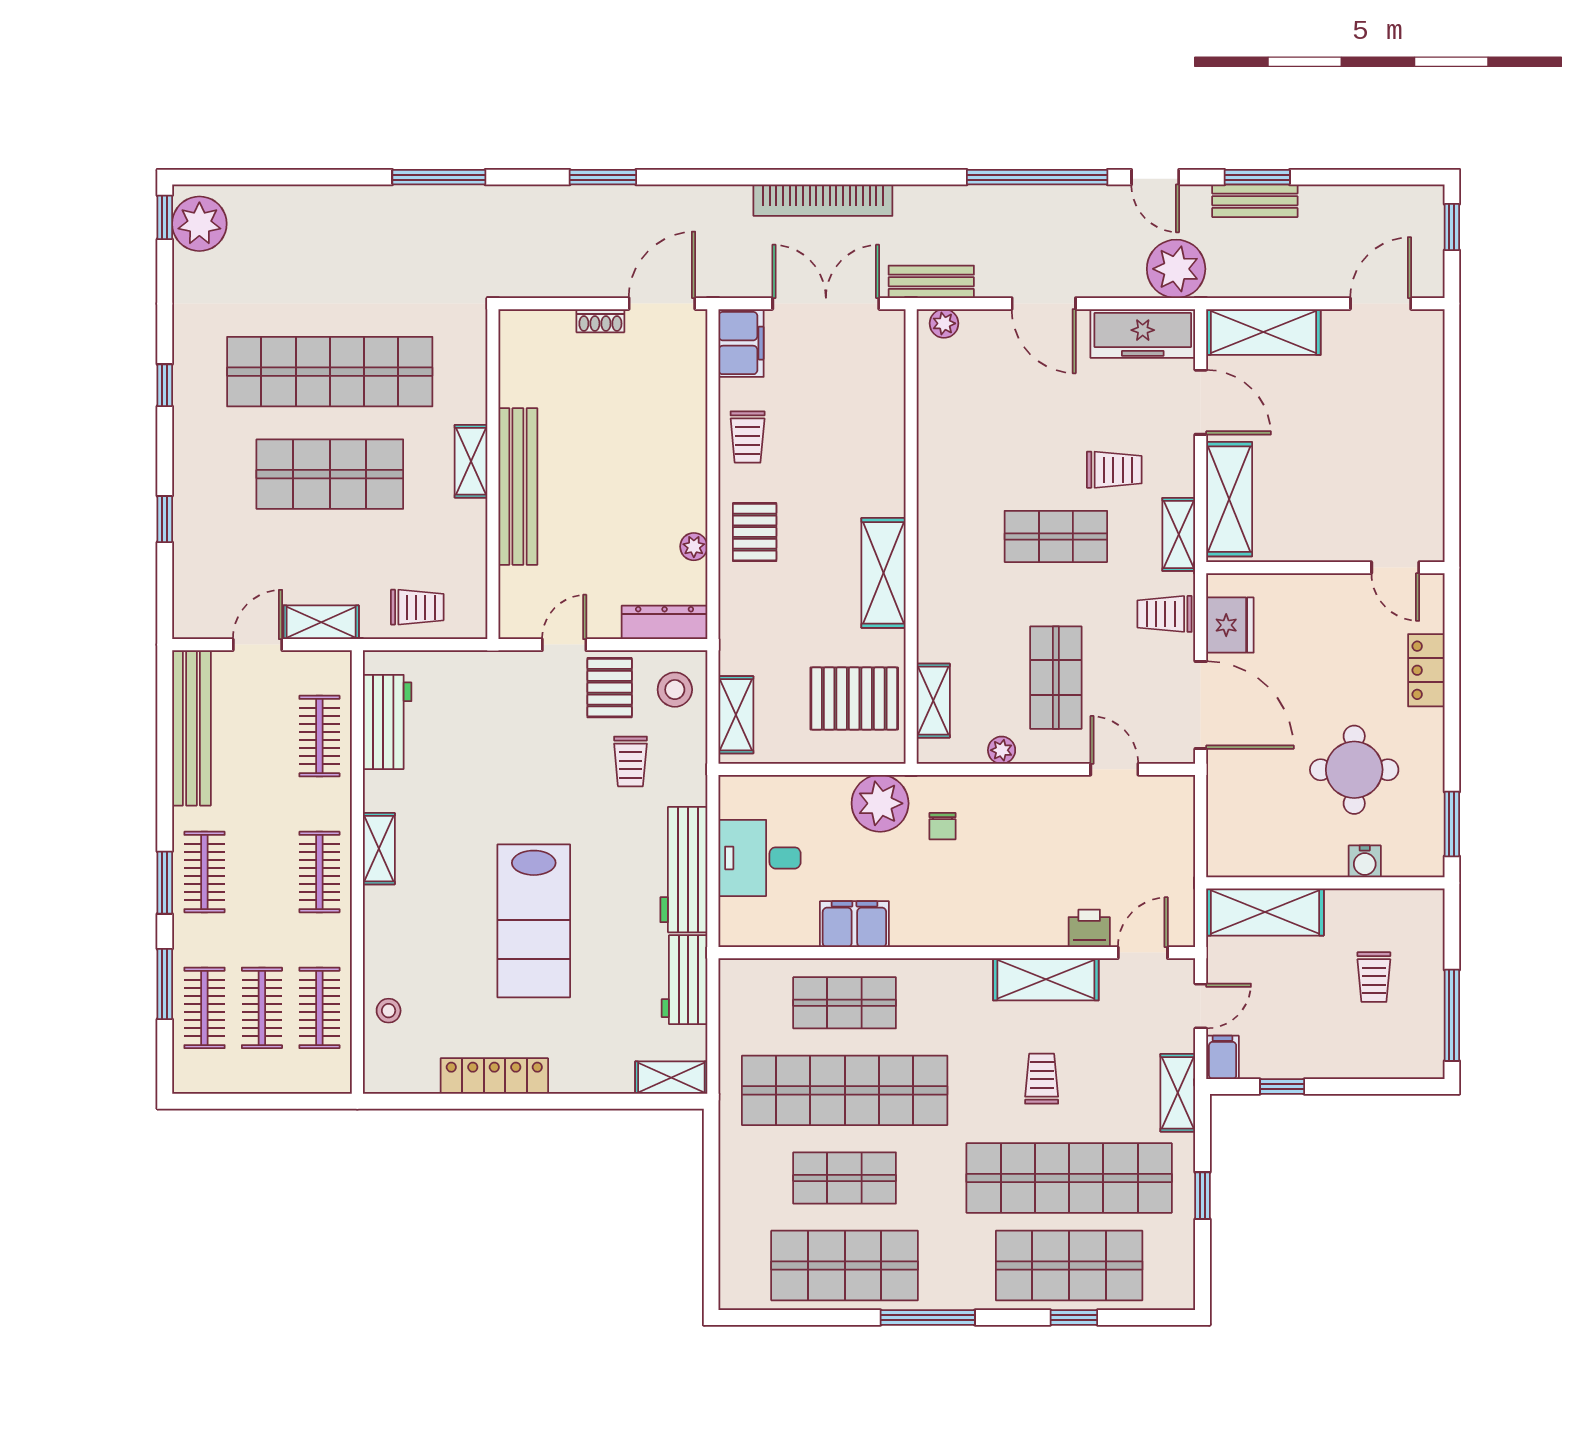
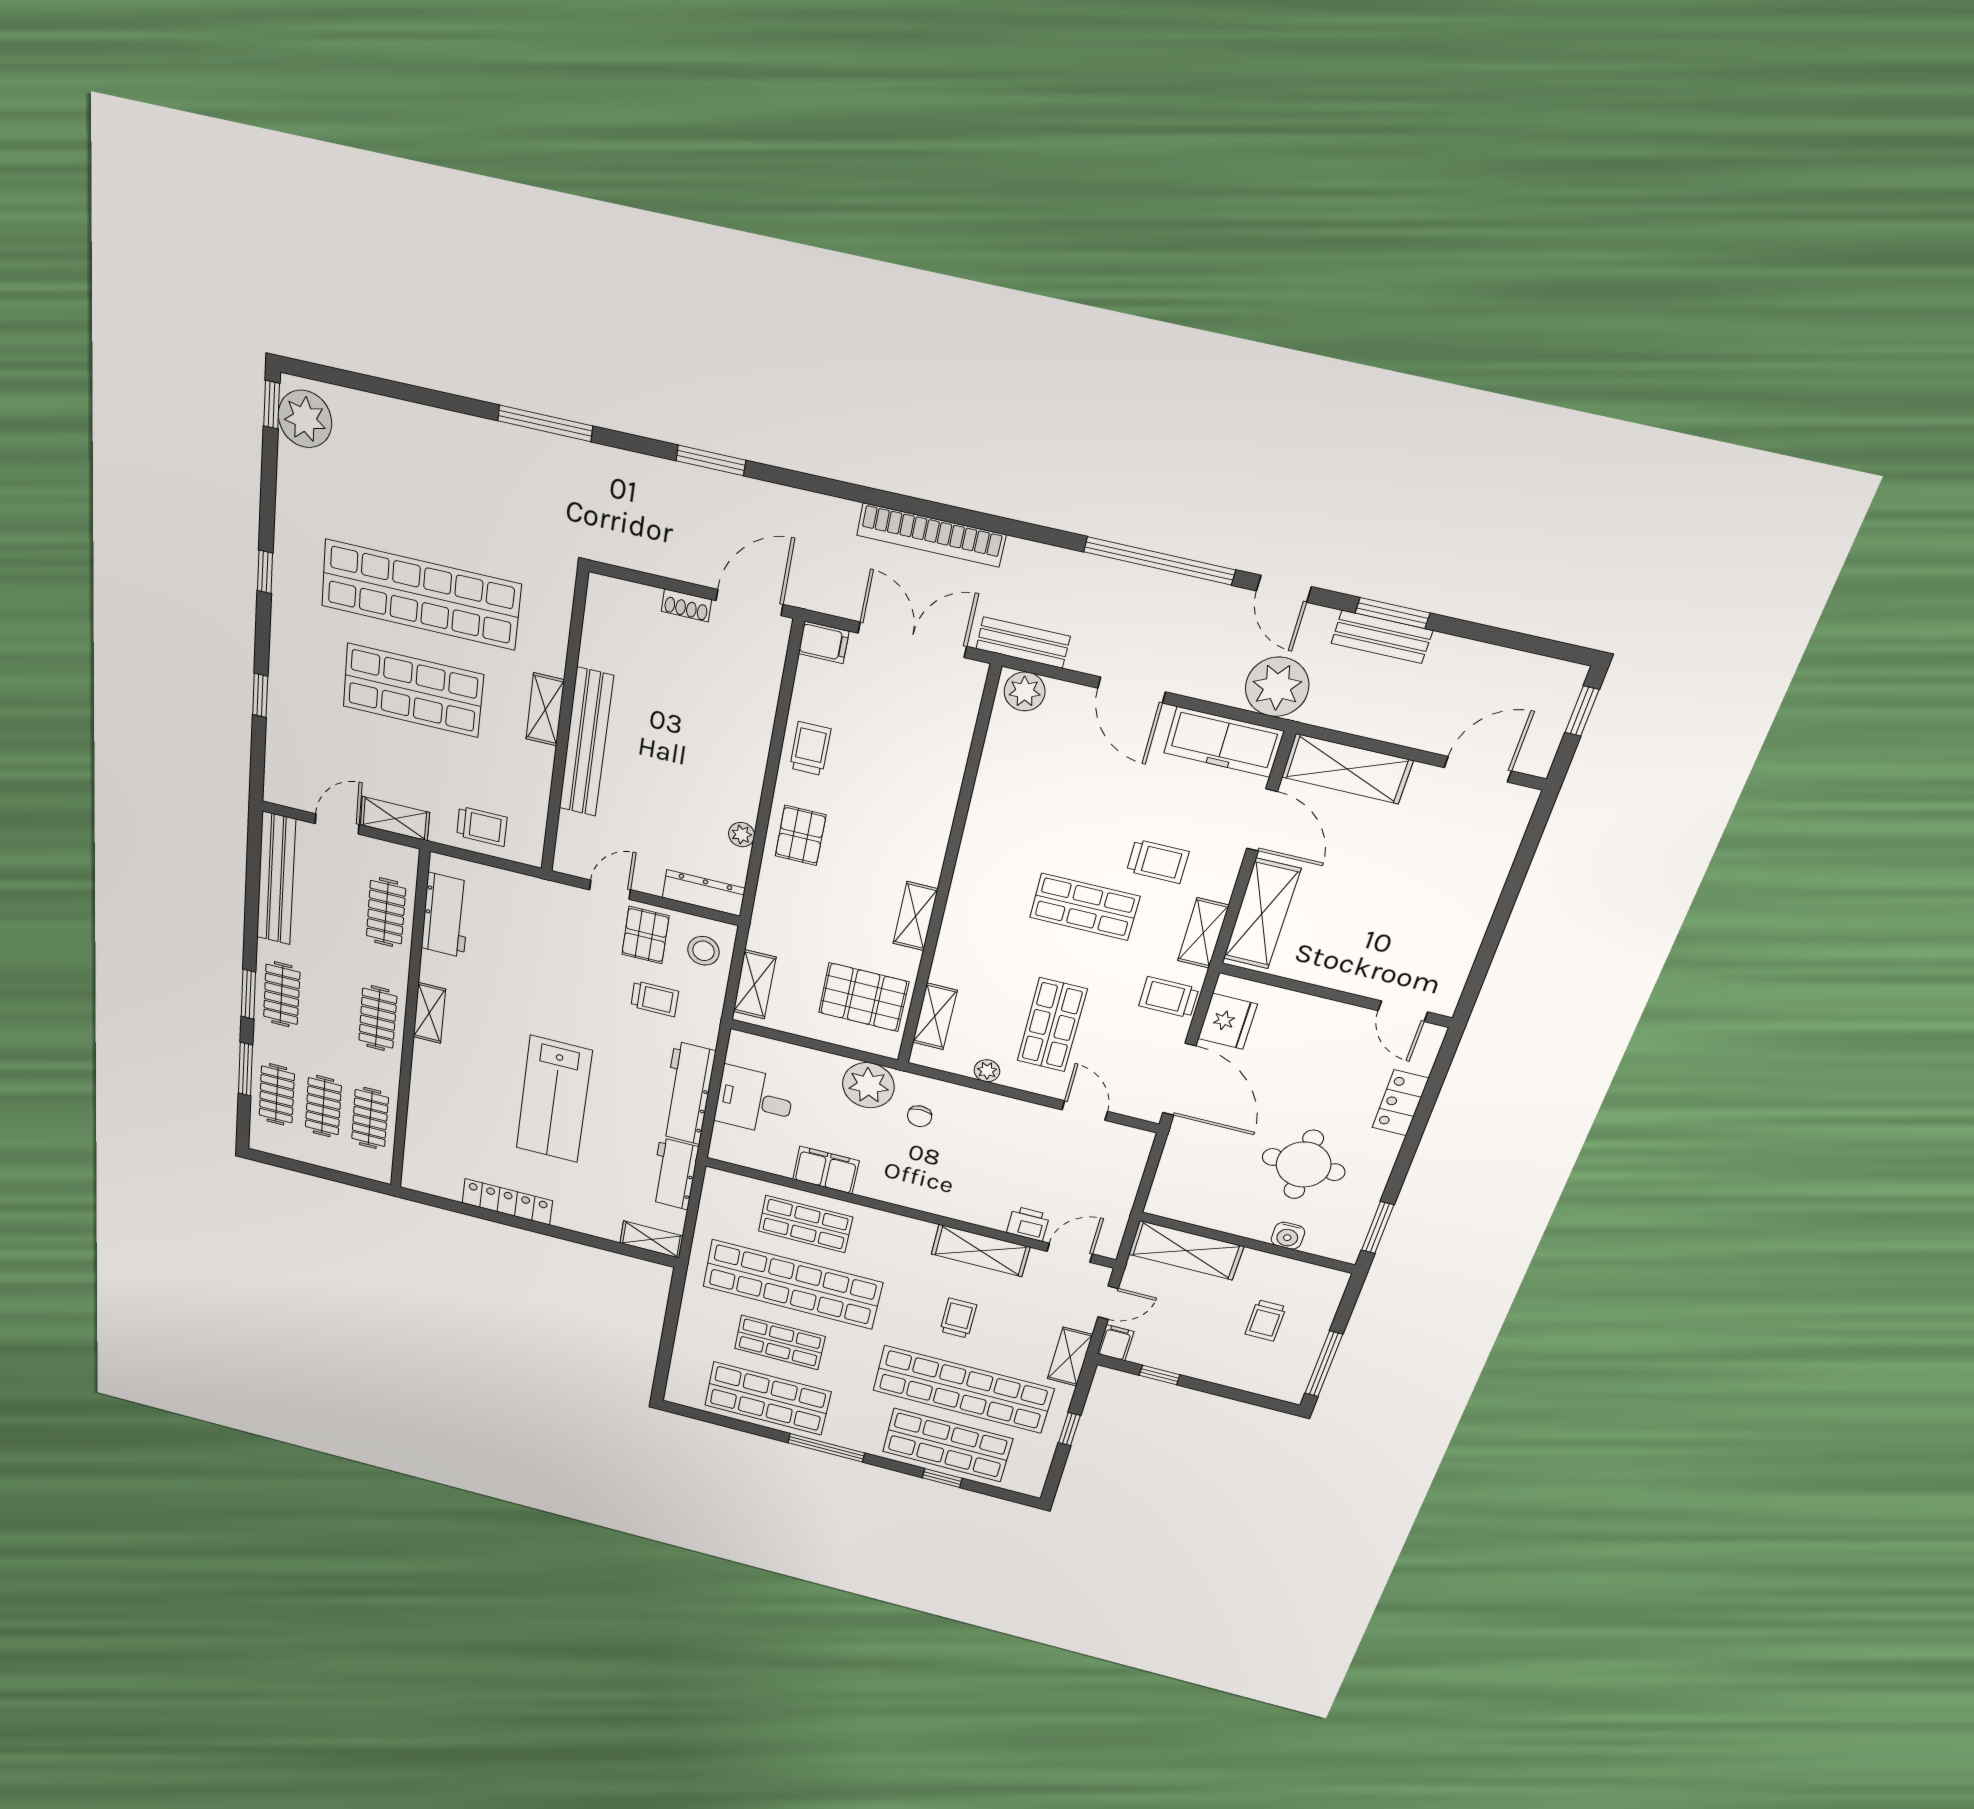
plant: (944, 323) -> (1025, 691), width x1.38, depth x1.38
filing cabinet: (741, 343) -> (824, 642), width x0.50
trolley: (748, 437) -> (810, 749), turned 180
shelving: (883, 573) -> (915, 916), width x0.67, depth x0.75
trolley: (630, 761) -> (655, 999), turned -90
stool: (389, 1011) -> (426, 1134), removed

